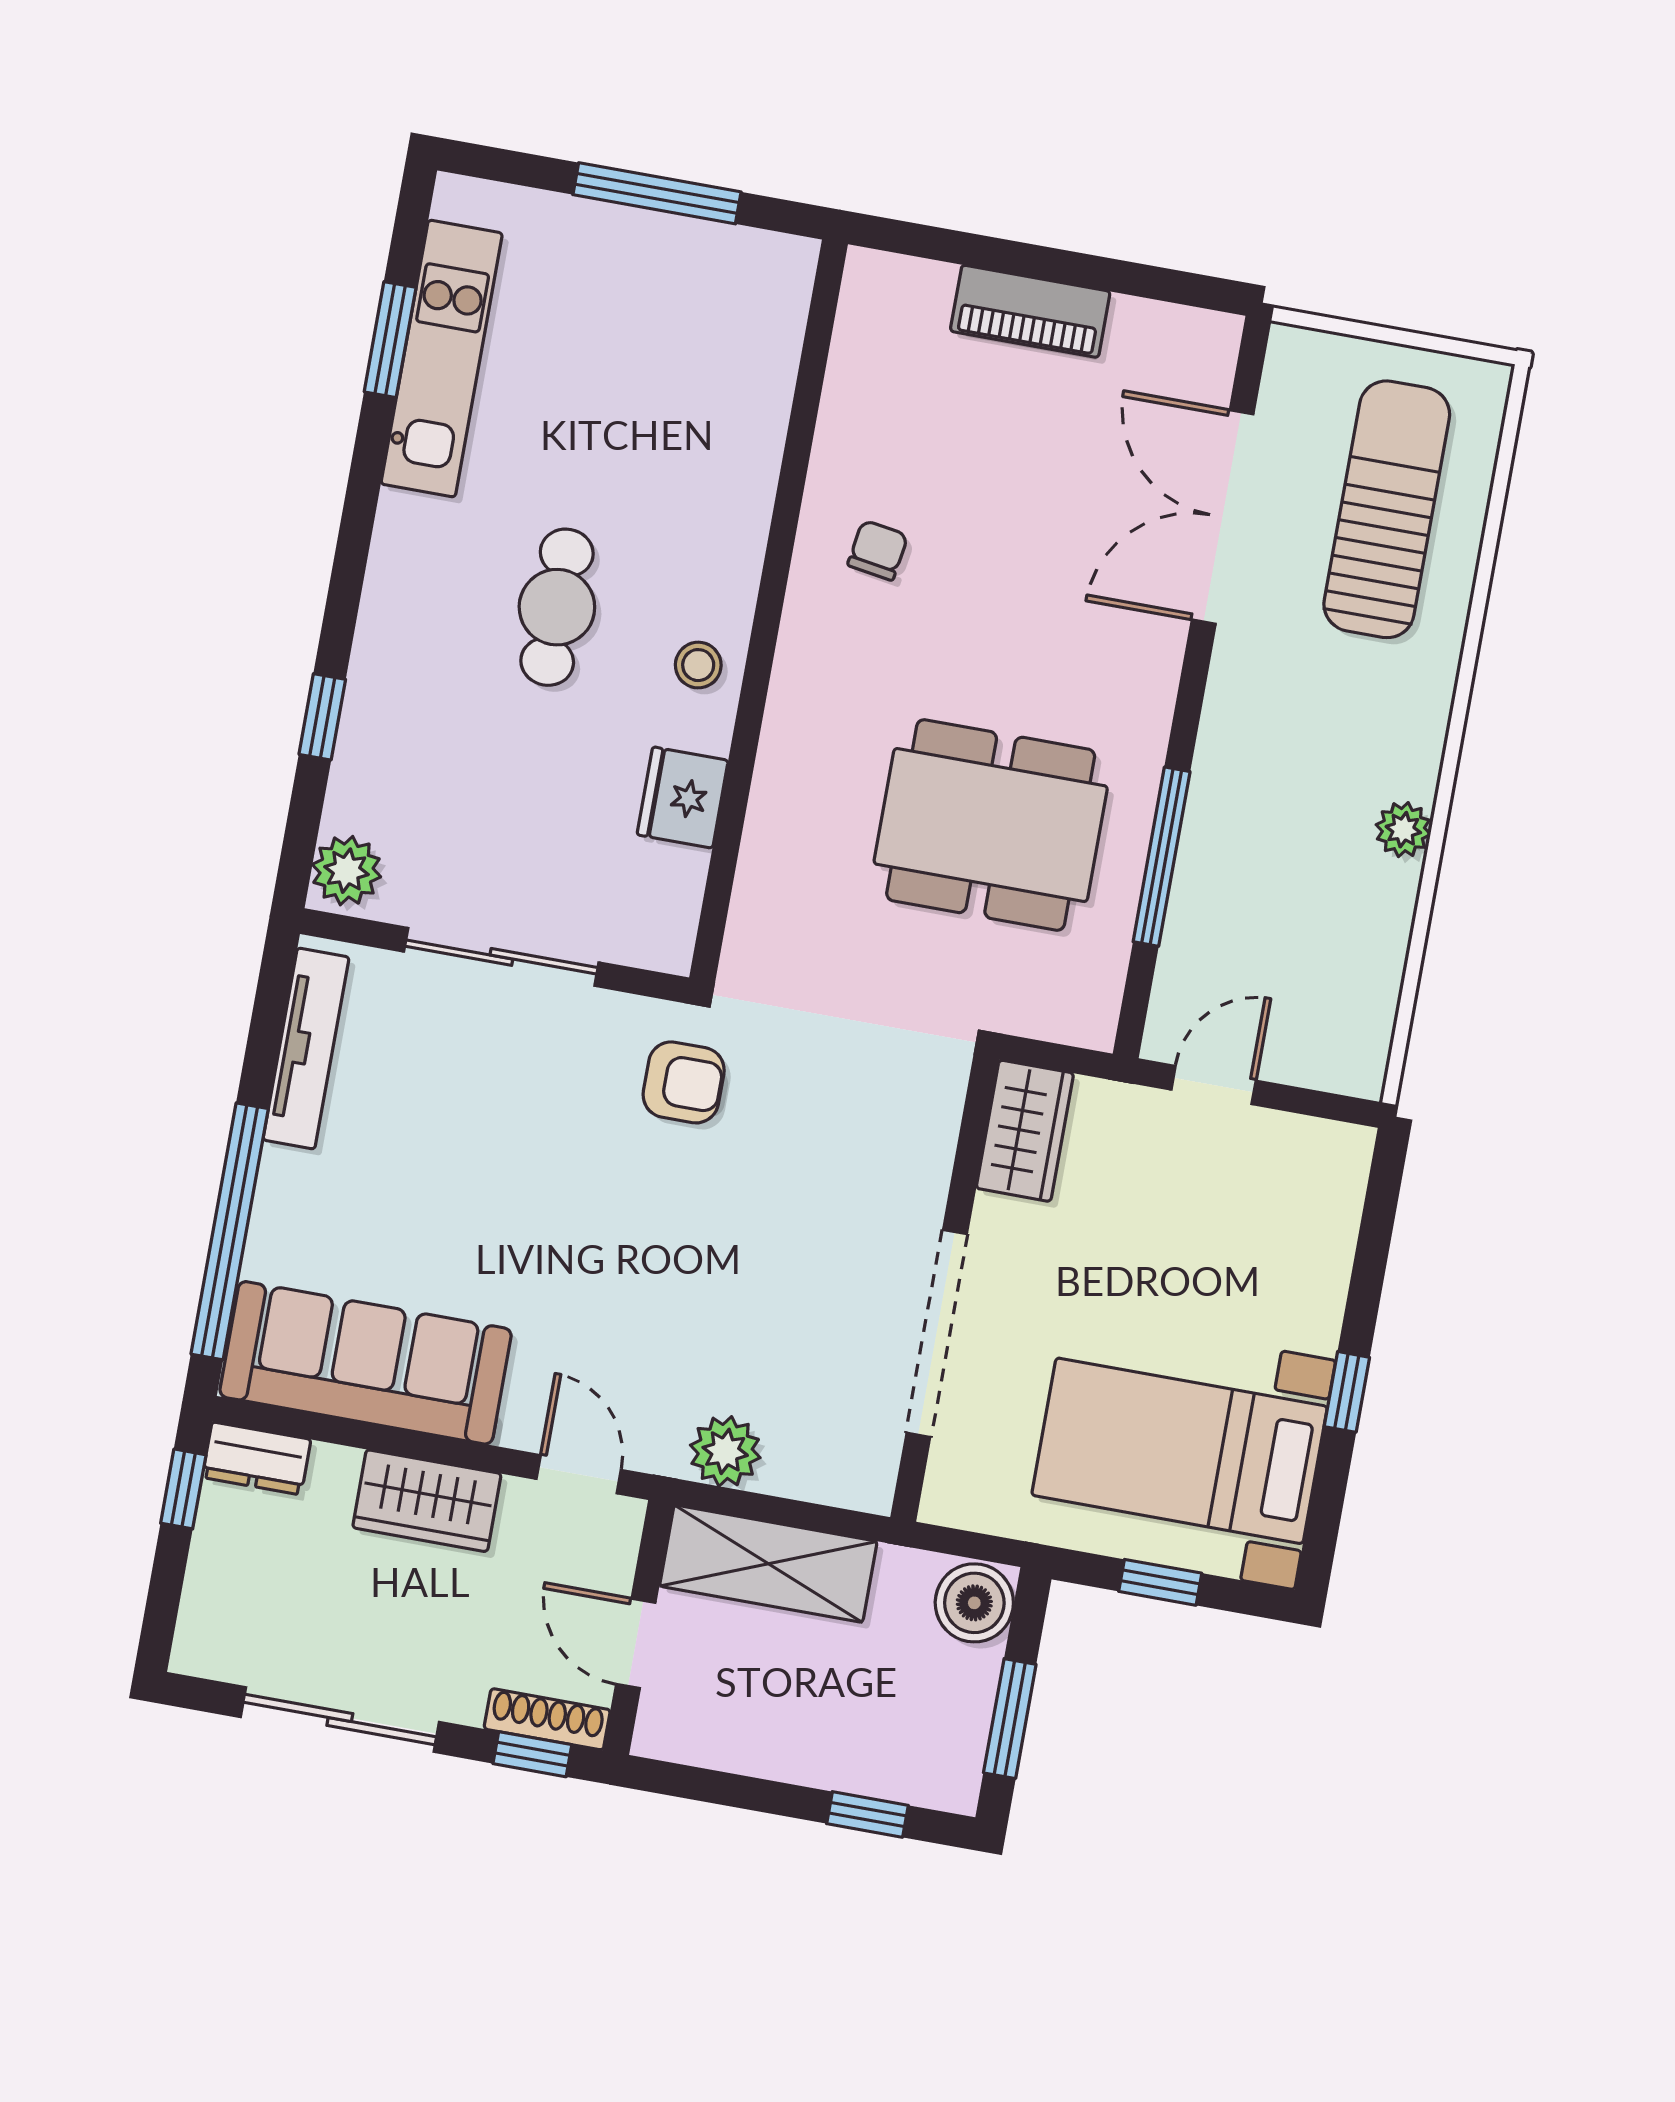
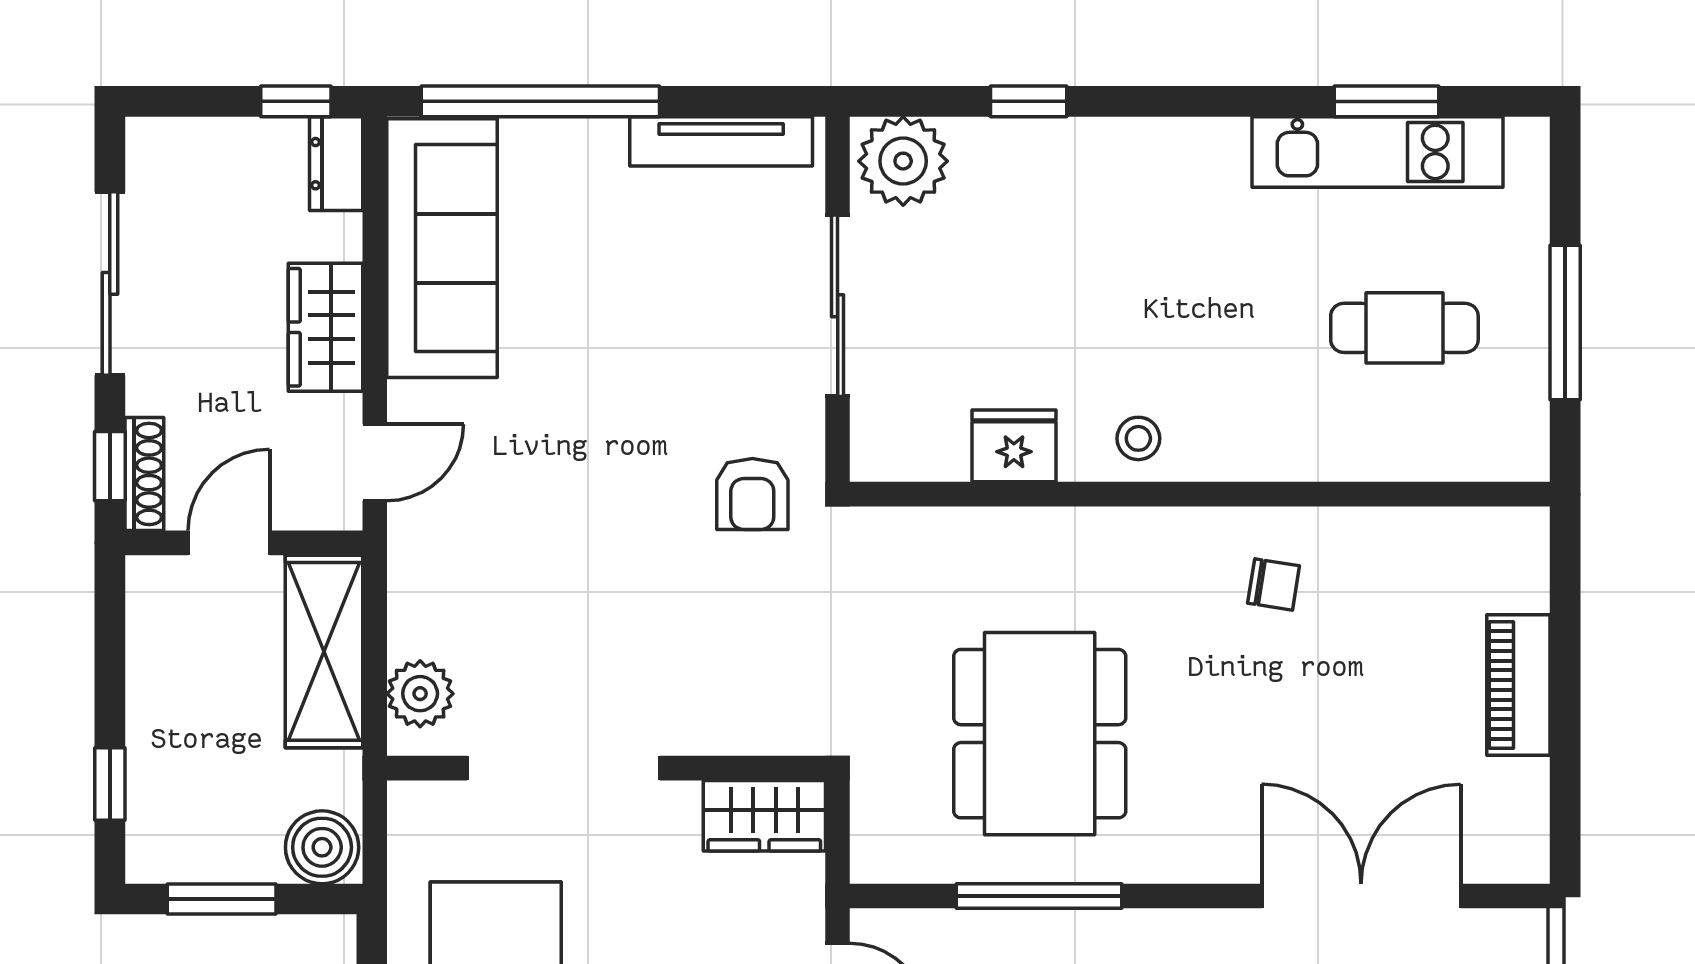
cafe table: (557, 607) -> (1404, 328), moved
plant: (347, 871) -> (903, 161), width x1.36, depth x1.36
plant: (725, 1451) -> (420, 694), moved

